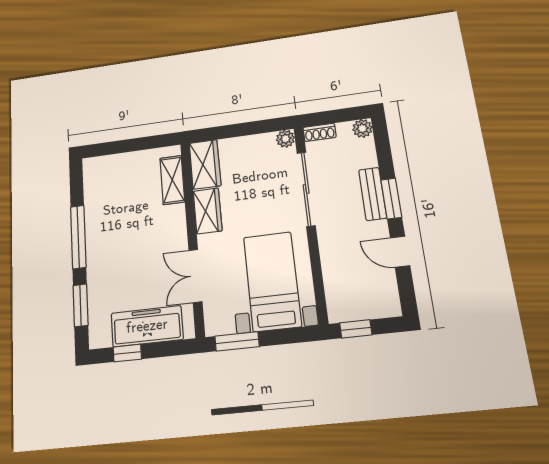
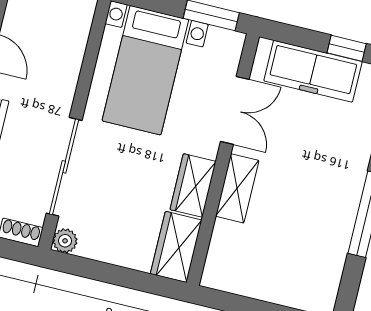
shelving: (172, 180) -> (237, 188), moved

